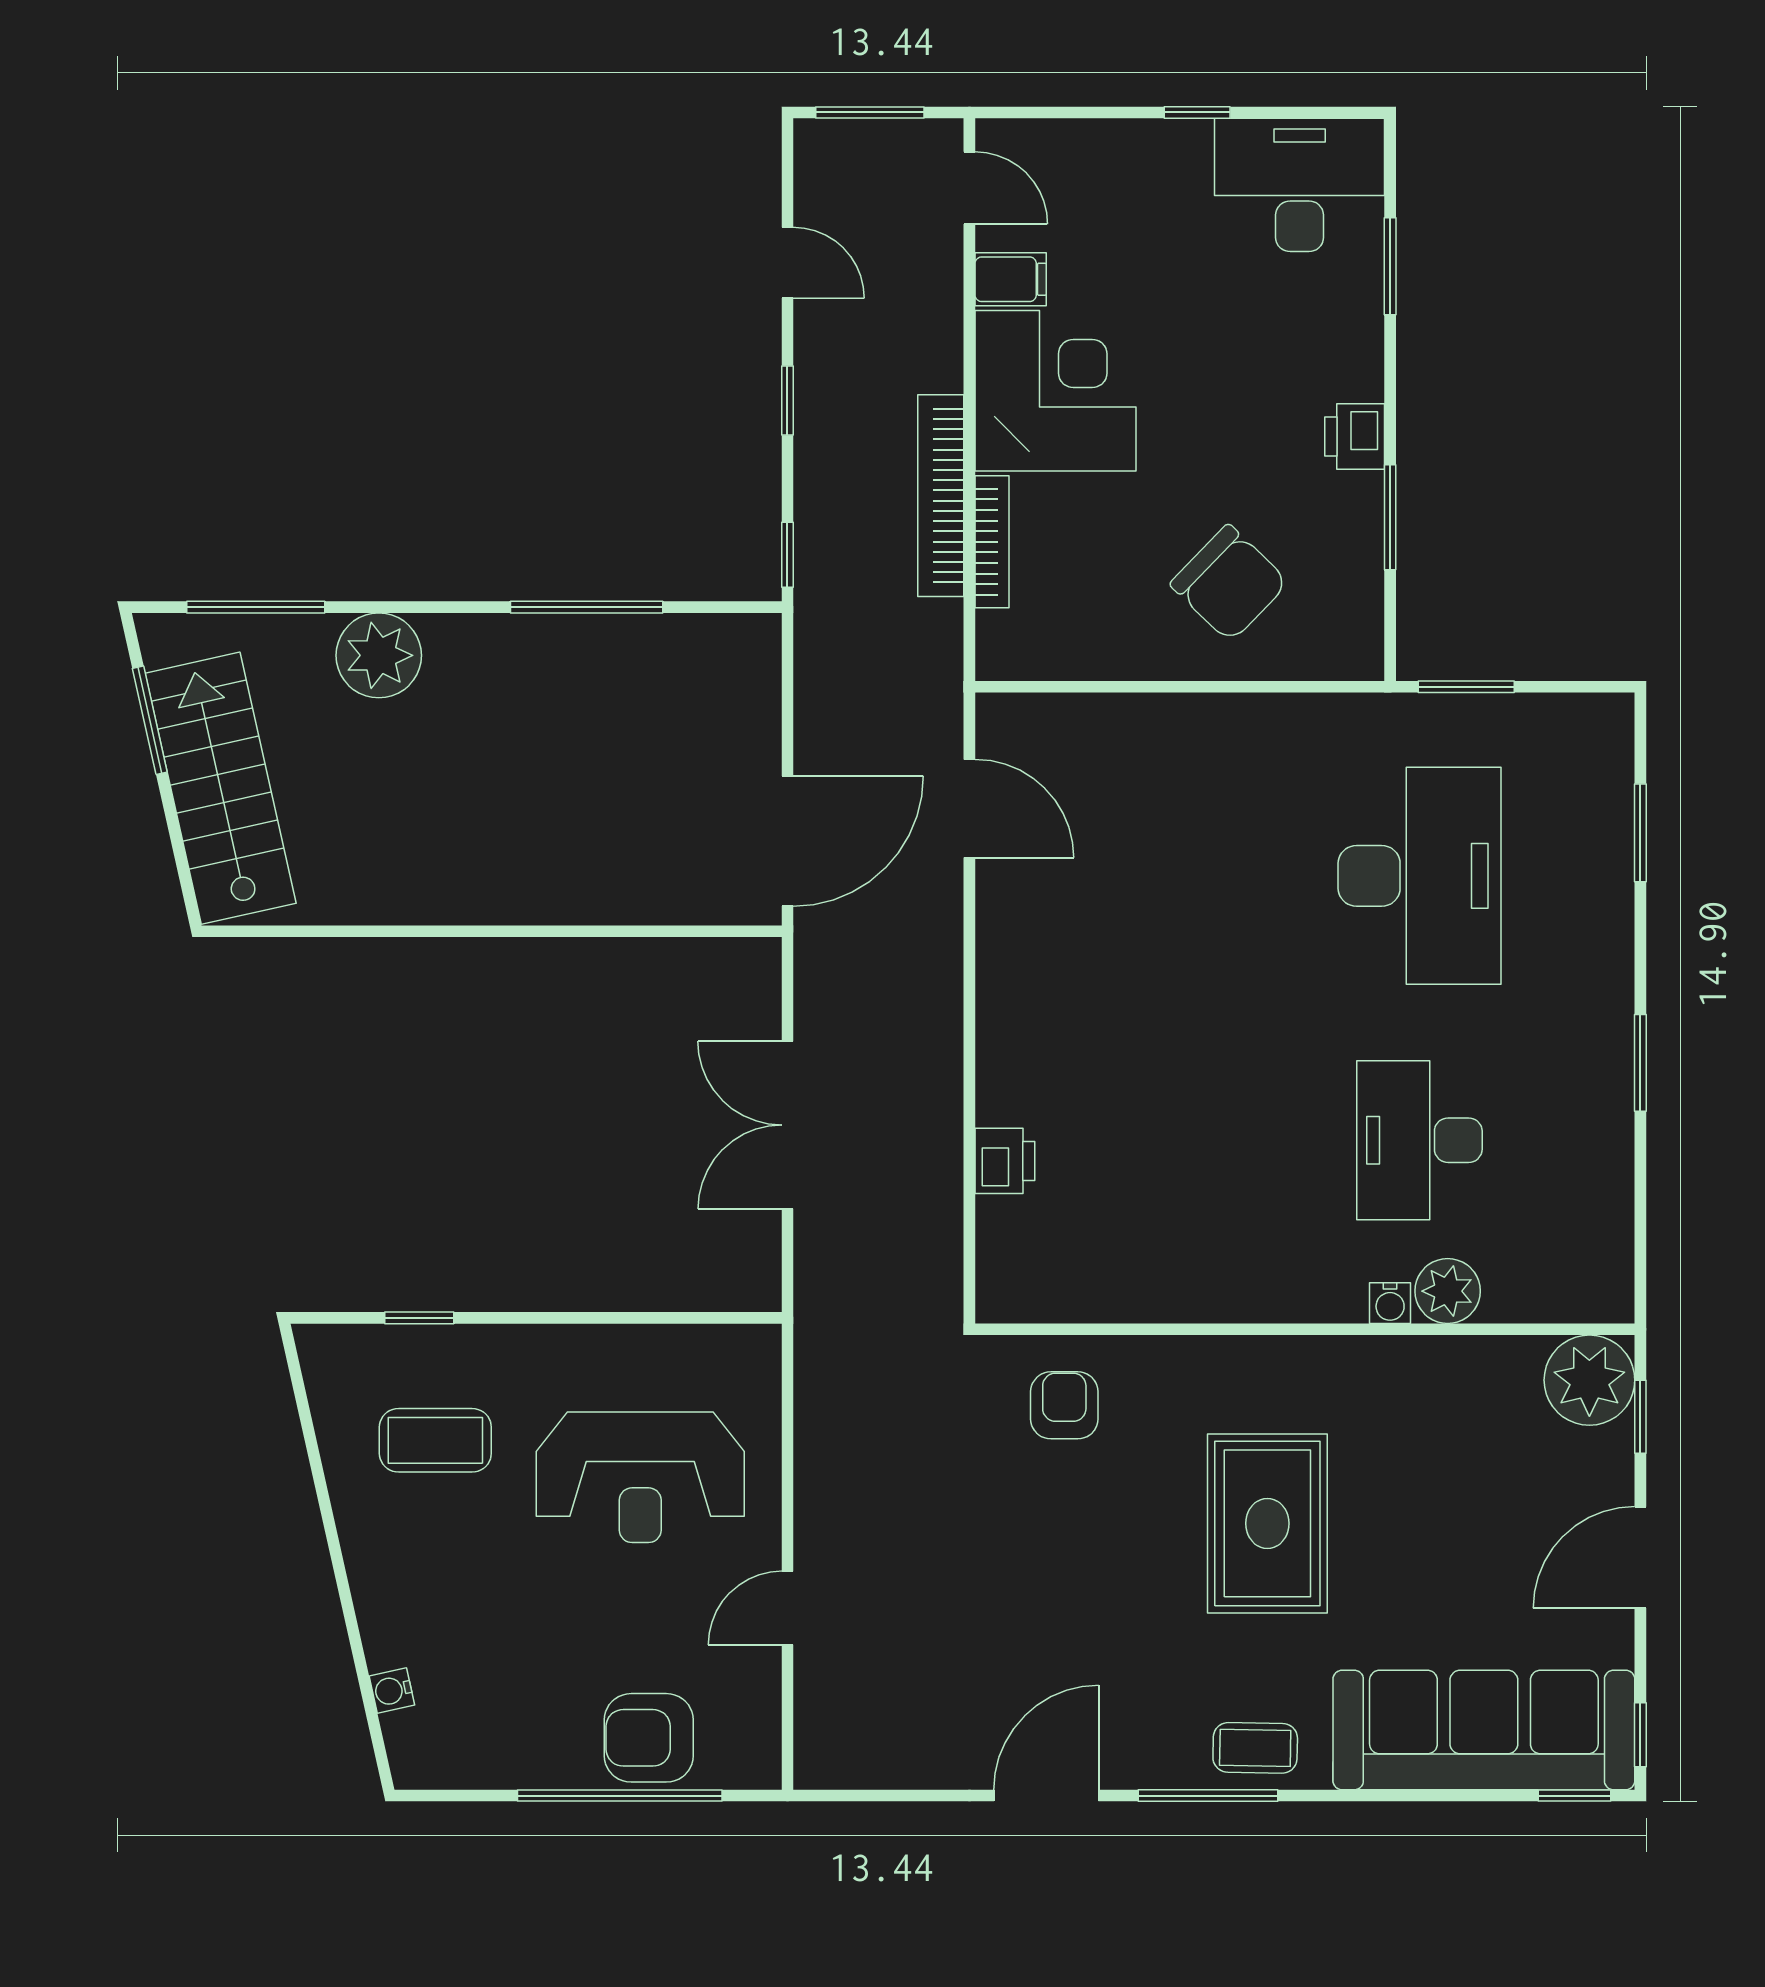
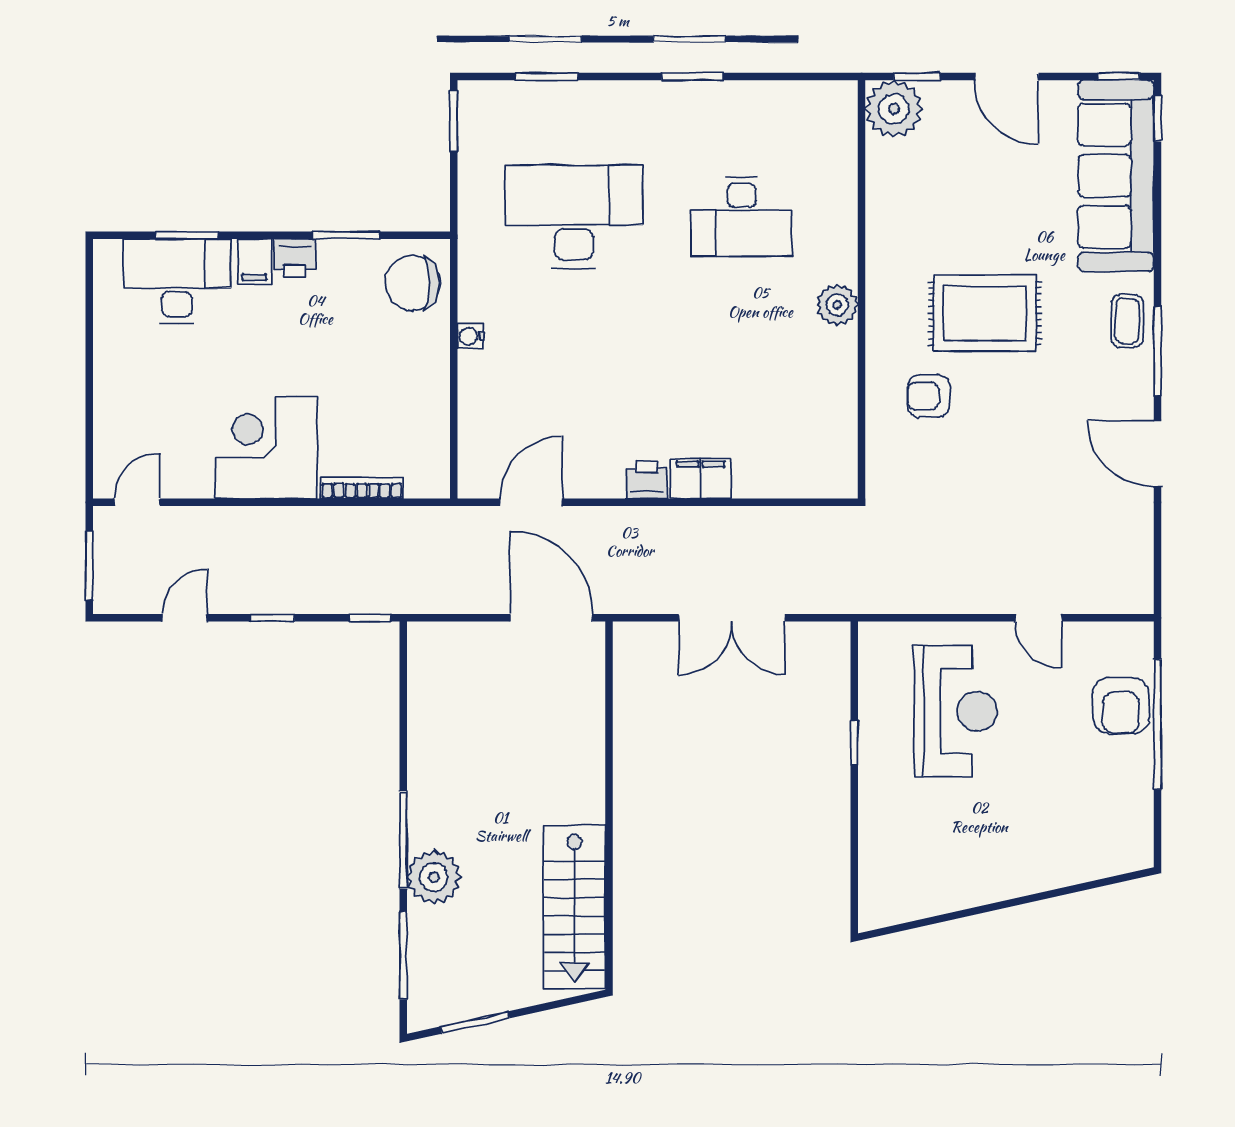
window: (1197, 112) -> (89, 358), removed
desk: (1300, 185) -> (177, 281), moved, turned 90
filing cabinet: (1011, 279) -> (254, 261), moved, turned 180
bookcase: (941, 496) -> (332, 520), removed
chair: (1229, 583) -> (413, 283), moved, turned -134
window: (587, 607) -> (403, 840), moved
window: (1466, 687) -> (454, 121), moved
stairs: (221, 788) -> (574, 907), moved, turned -77
filing cabinet: (1007, 1076) -> (701, 478), added
printer: (1005, 1161) -> (646, 480), moved
plant: (1448, 1291) -> (837, 305), moved
water cooler: (1390, 1303) -> (470, 336), moved, turned 180
window: (419, 1318) -> (854, 743), moved
armchair: (1064, 1405) -> (929, 396), moved
coffee table: (435, 1440) -> (932, 841), removed
water cooler: (392, 1690) -> (1091, 869), removed

